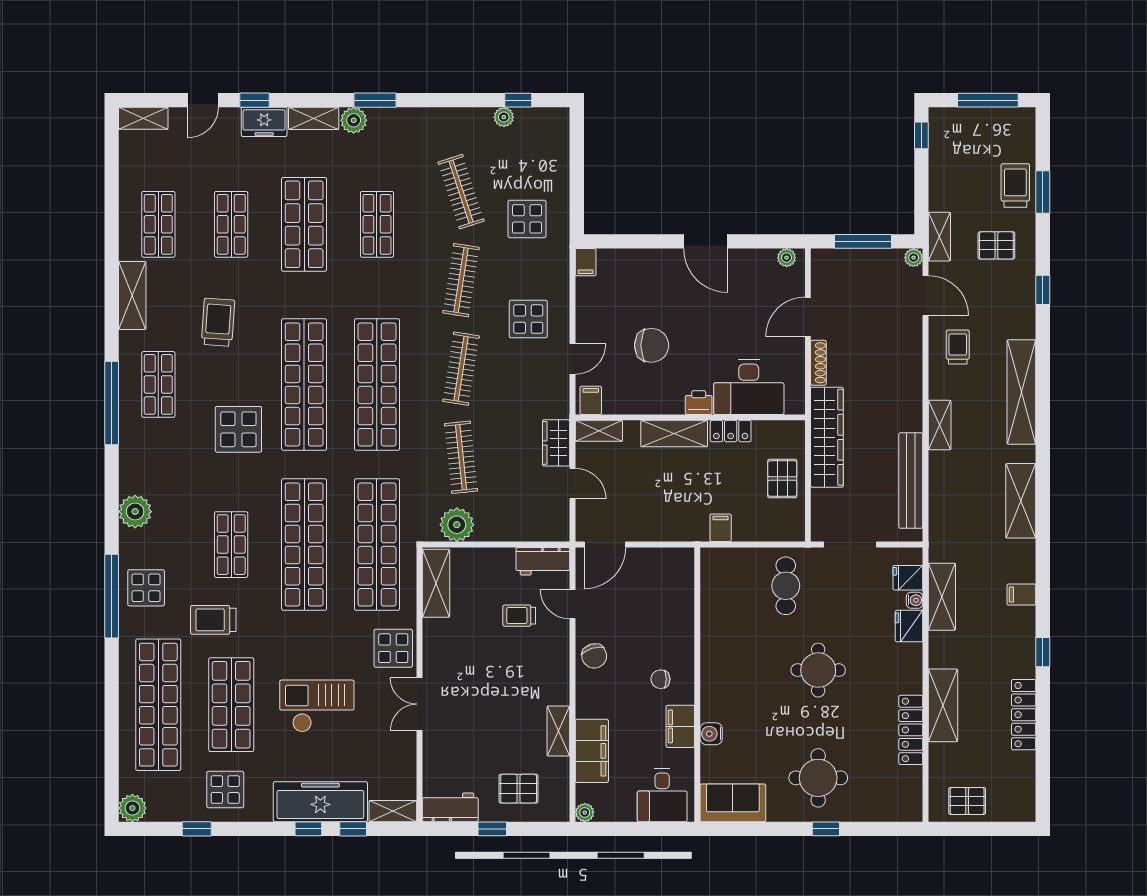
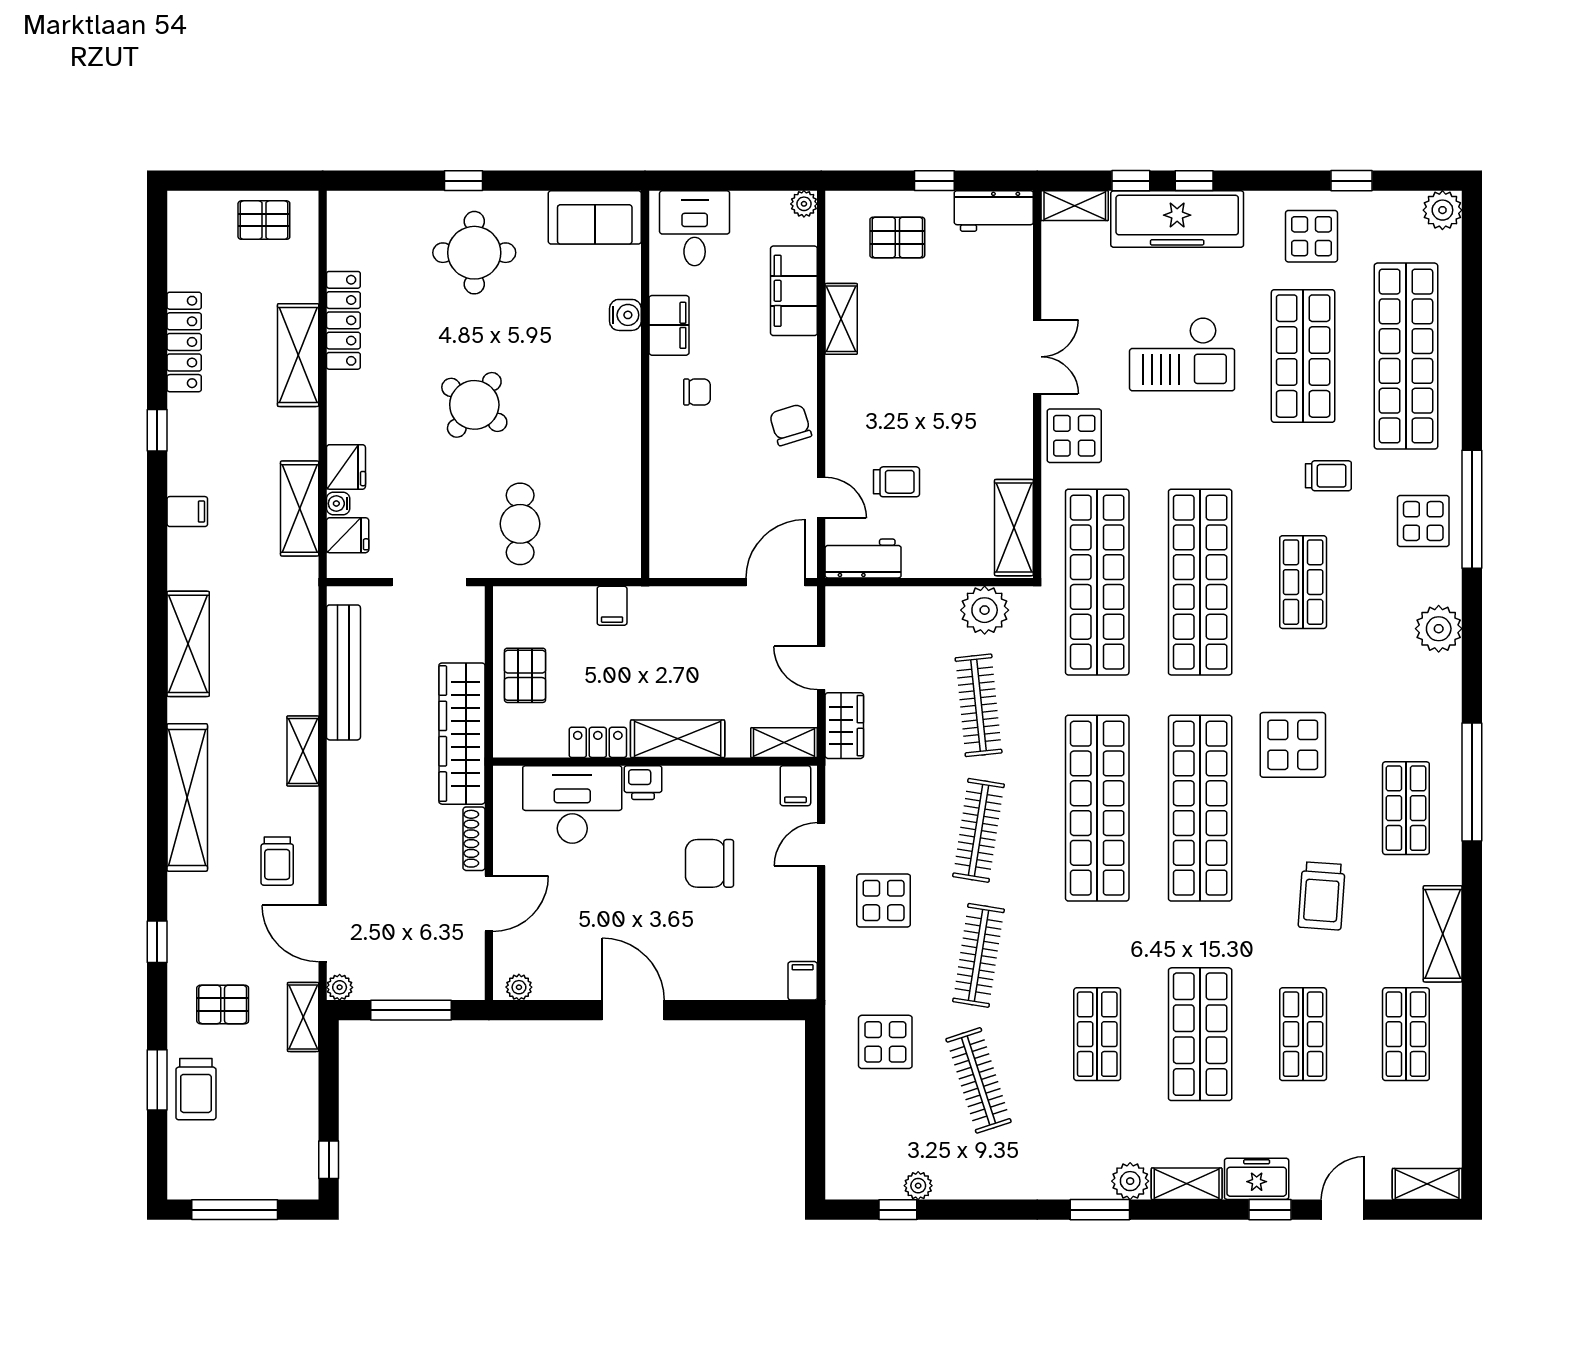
trolley: (213, 620) -> (1328, 476), width x0.73, depth x0.72
round table: (818, 670) -> (474, 405), turned 37

